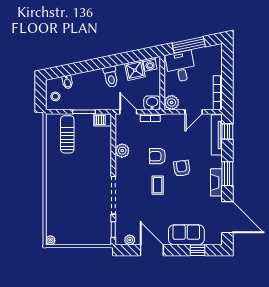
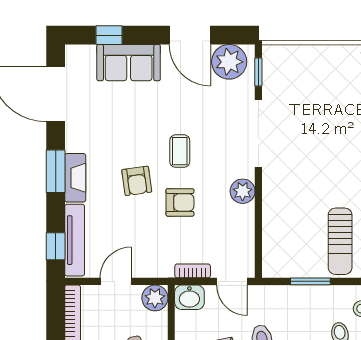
barbecue: (103, 120) -> (277, 267), removed
plant: (122, 151) -> (243, 191), moved
fireplace: (216, 182) -> (75, 178), moved
plant: (130, 240) -> (229, 62), width x1.88, depth x1.88

